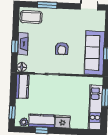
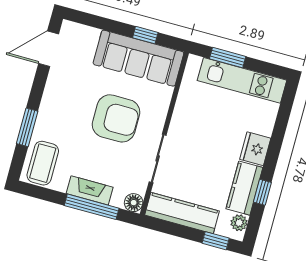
window: (15, 46) -> (92, 207), width x2.17
armchair: (62, 49) -> (116, 118), width x1.88, depth x1.88
kitchen counter: (22, 86) -> (182, 213), width x1.50

